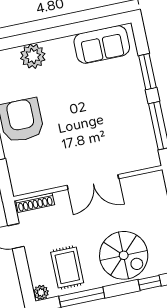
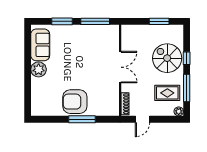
plant: (33, 56) -> (39, 69), moved
spiral stairs: (124, 255) -> (167, 58), turned -90
window: (150, 283) -> (187, 58), moved

